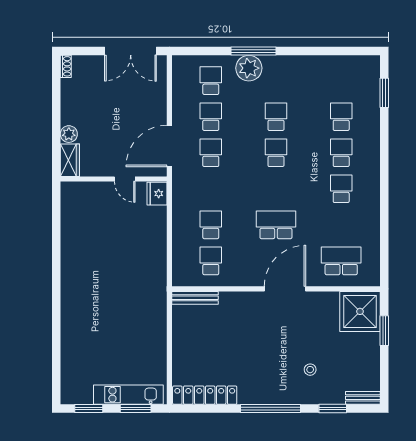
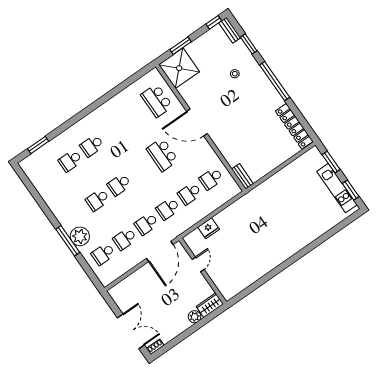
double door: (131, 51) -> (131, 331), moved
door: (169, 146) -> (160, 251), hinge flipped
school desk: (341, 189) -> (168, 209), moved
fridge: (157, 194) -> (209, 228), moved
bench: (195, 298) -> (242, 176), width x0.73
window: (384, 386) -> (214, 22), added
kitchen unit: (128, 395) -> (337, 188), moved

